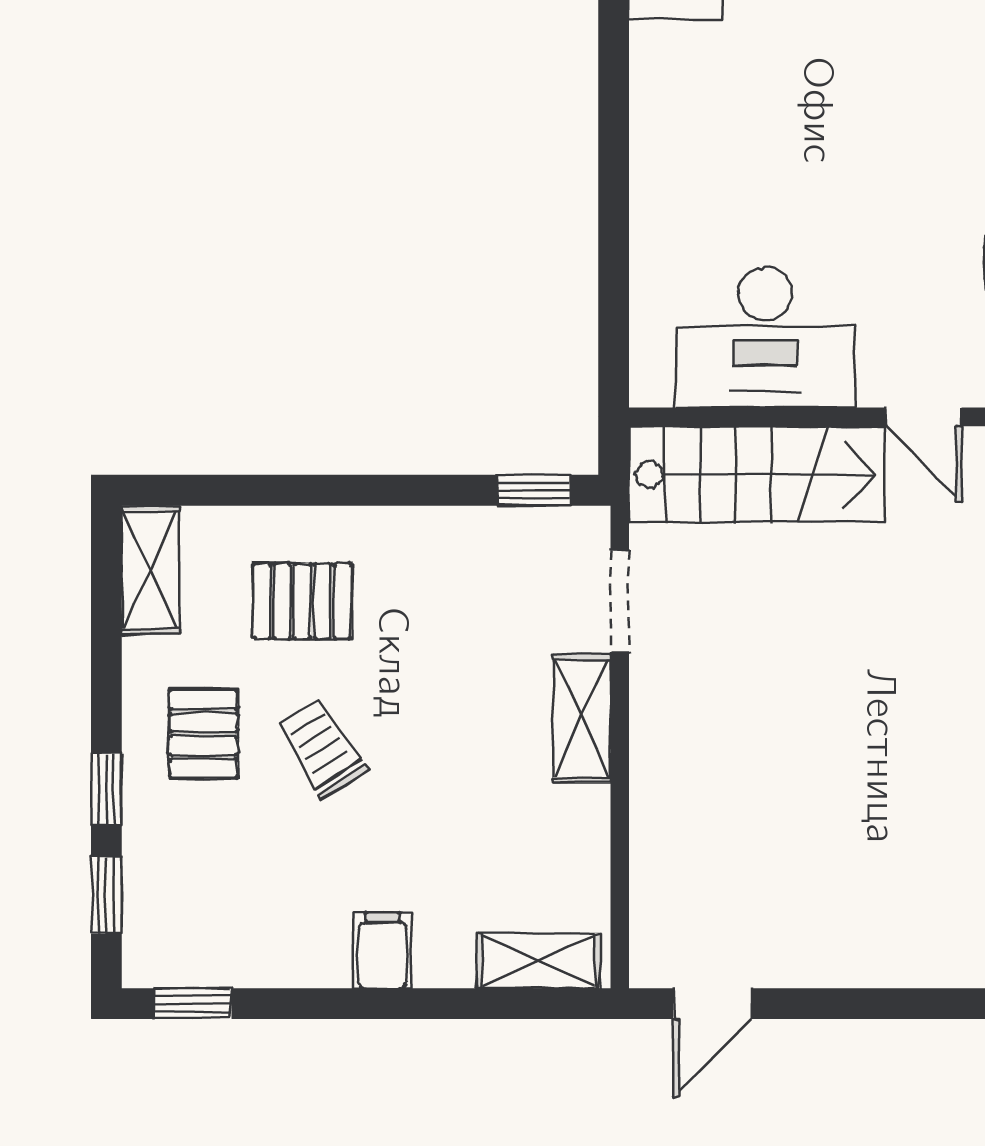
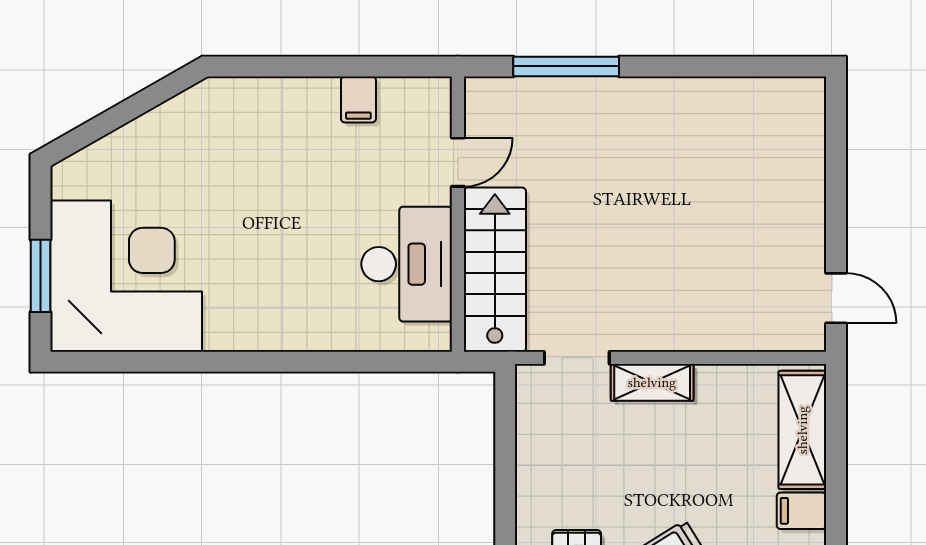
window: (534, 490) -> (505, 413), removed
shelving: (538, 961) -> (802, 430), width x1.50, depth x1.33

